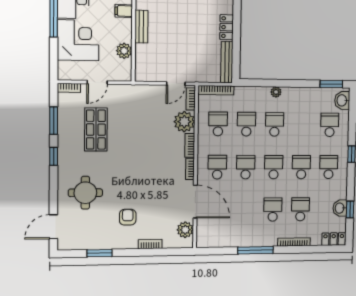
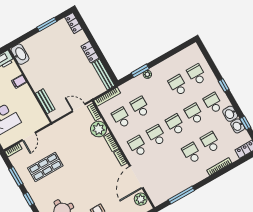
bench: (141, 27) -> (45, 101), moved
plant: (124, 51) -> (34, 106), removed
door: (176, 84) -> (79, 108), swing flipped
window: (331, 84) -> (140, 71), moved
washbasin: (342, 100) -> (230, 114), moved
school desk: (275, 124) -> (178, 85), moved
shop shelf: (96, 130) -> (45, 167), turned 90
door: (195, 202) -> (136, 177), swing flipped
window: (256, 250) -> (181, 195), moved

